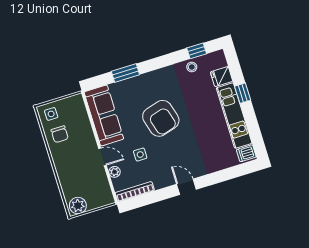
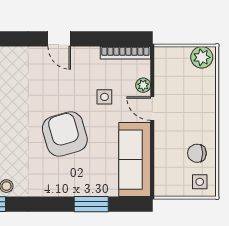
chair: (60, 134) -> (197, 153), turned -90

